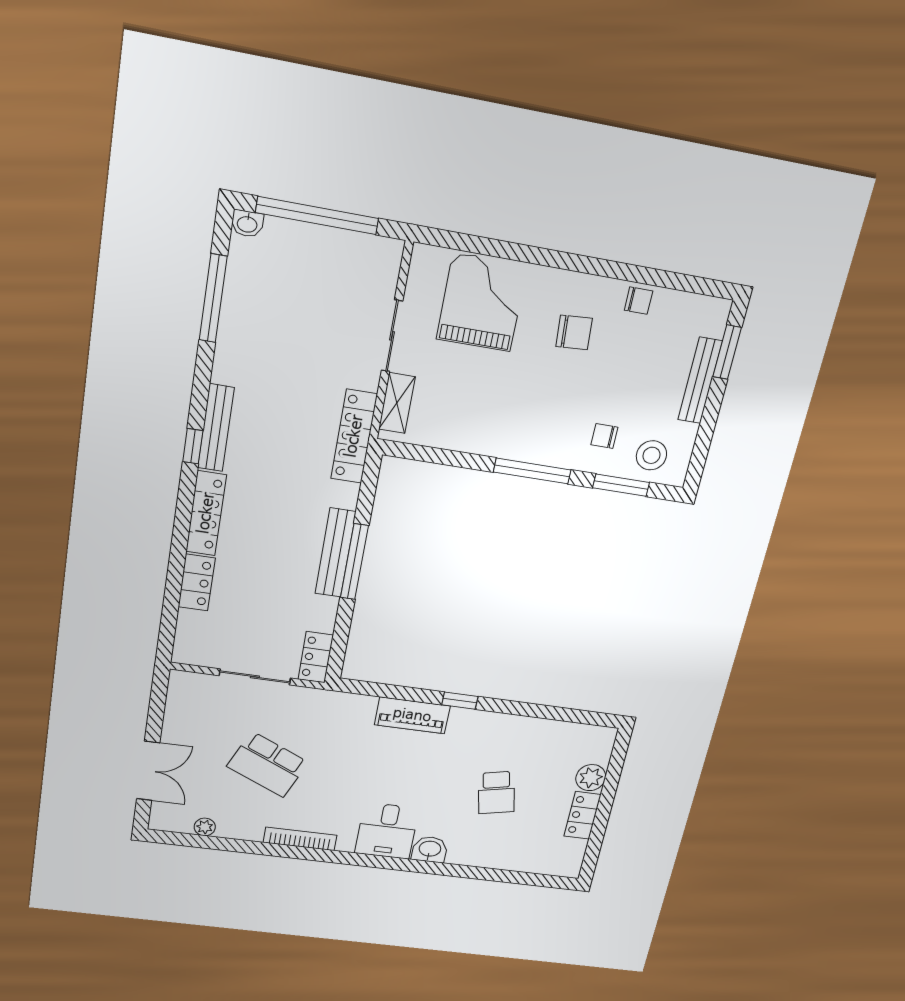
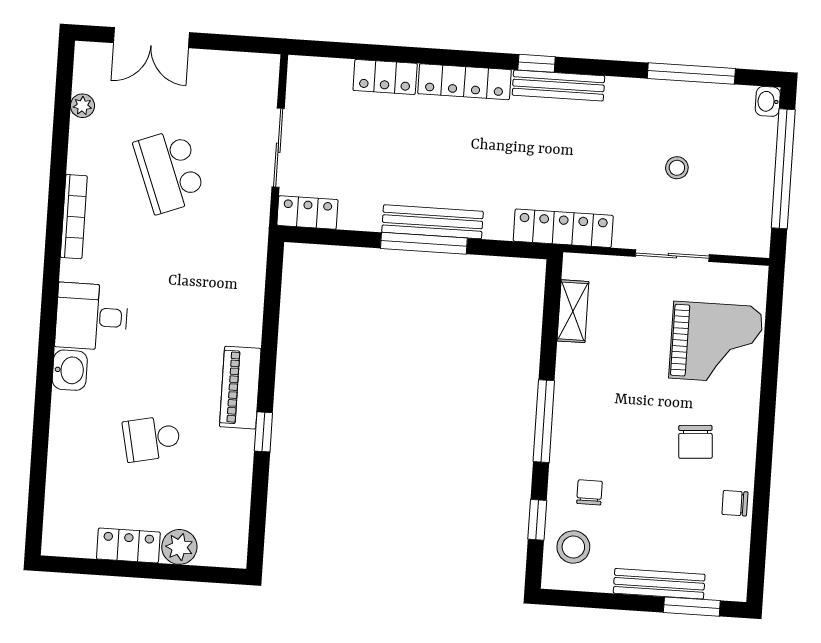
chair: (639, 301) -> (735, 503), turned 90
stool: (306, 323) -> (677, 168), added
shelving: (397, 403) -> (573, 311), moved, turned 90
window: (621, 485) -> (537, 520), width x0.67
window: (460, 701) -> (263, 432), moved
piano: (412, 715) -> (240, 388), moved
school desk: (268, 764) -> (169, 171), turned -45

